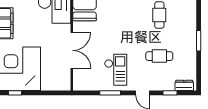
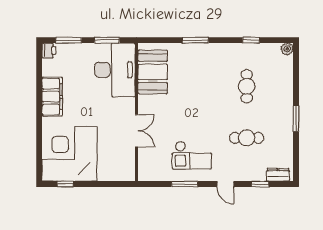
double door: (72, 50) -> (137, 131), width x0.73
checkout: (116, 70) -> (192, 155), turned 90

